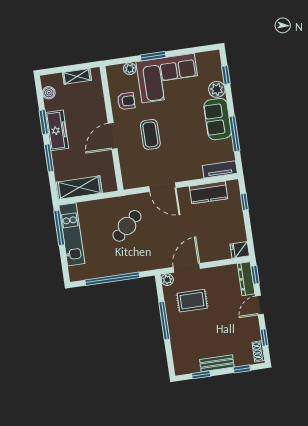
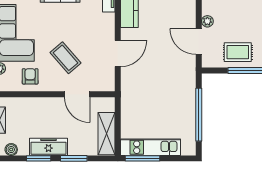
coffee table: (150, 134) -> (65, 58), turned 49
door: (113, 136) -> (77, 94), moved
cafe table: (127, 226) -> (150, 93), removed
plant: (167, 280) -> (207, 21), moved
rug: (192, 301) -> (238, 52), moved, turned 90

